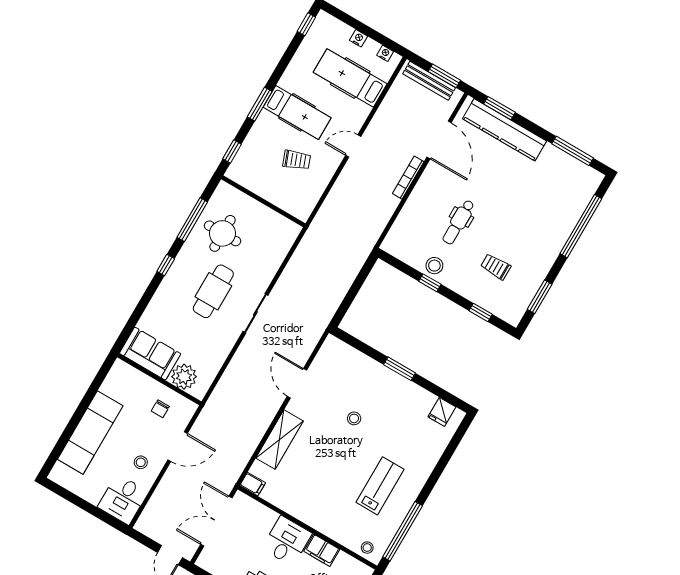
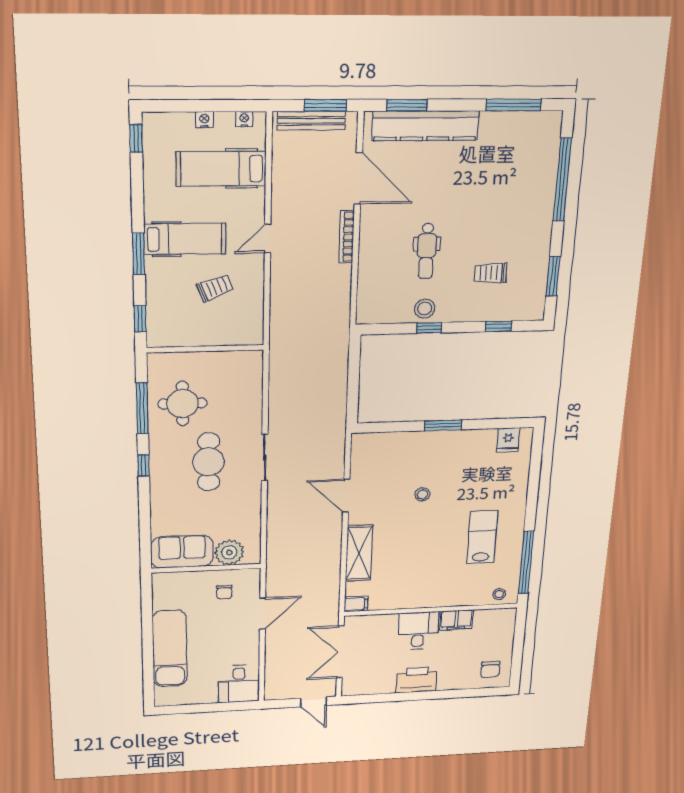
stool: (141, 462) -> (236, 646), removed

